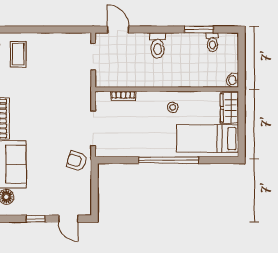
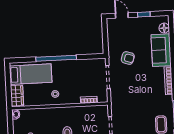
armchair: (77, 161) -> (128, 58), moved

